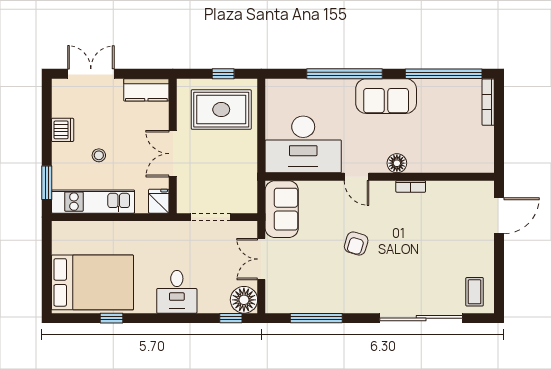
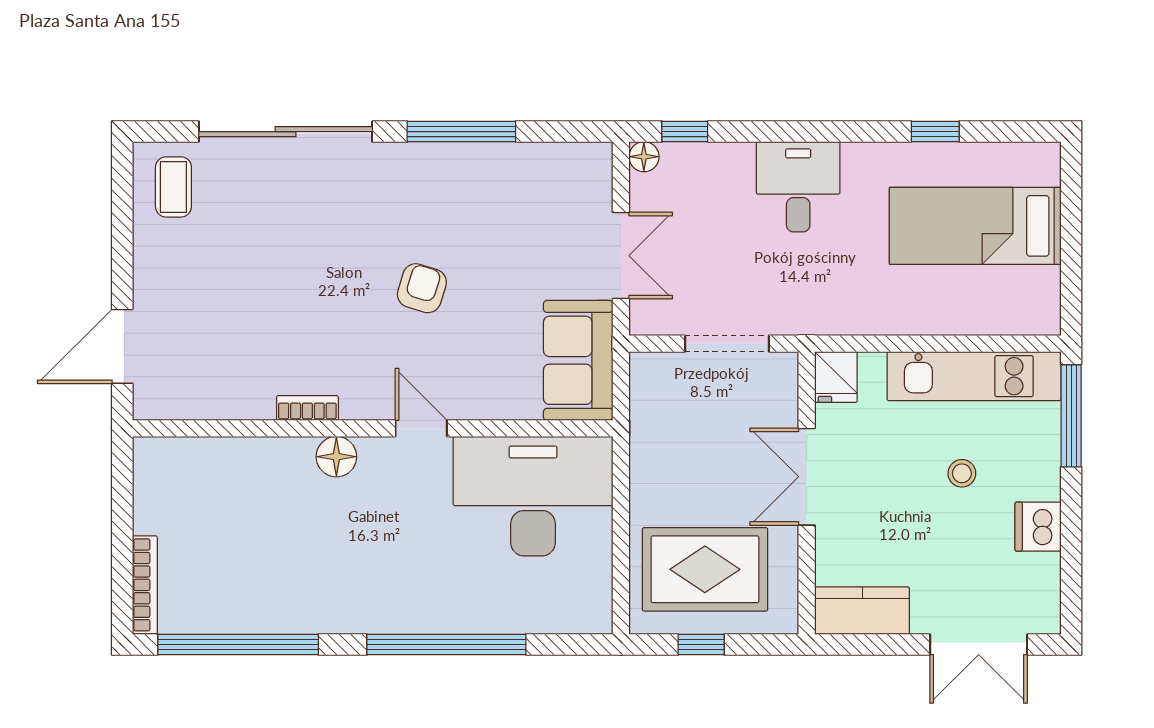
sofa: (386, 96) -> (359, 598), removed
double door: (173, 154) -> (807, 477), swing flipped
window: (47, 183) -> (1071, 416), width x1.44
bed: (92, 282) -> (975, 226), width x0.67
floor lamp: (244, 300) -> (644, 157), width x0.53, depth x0.53
window: (316, 318) -> (461, 132), moved

